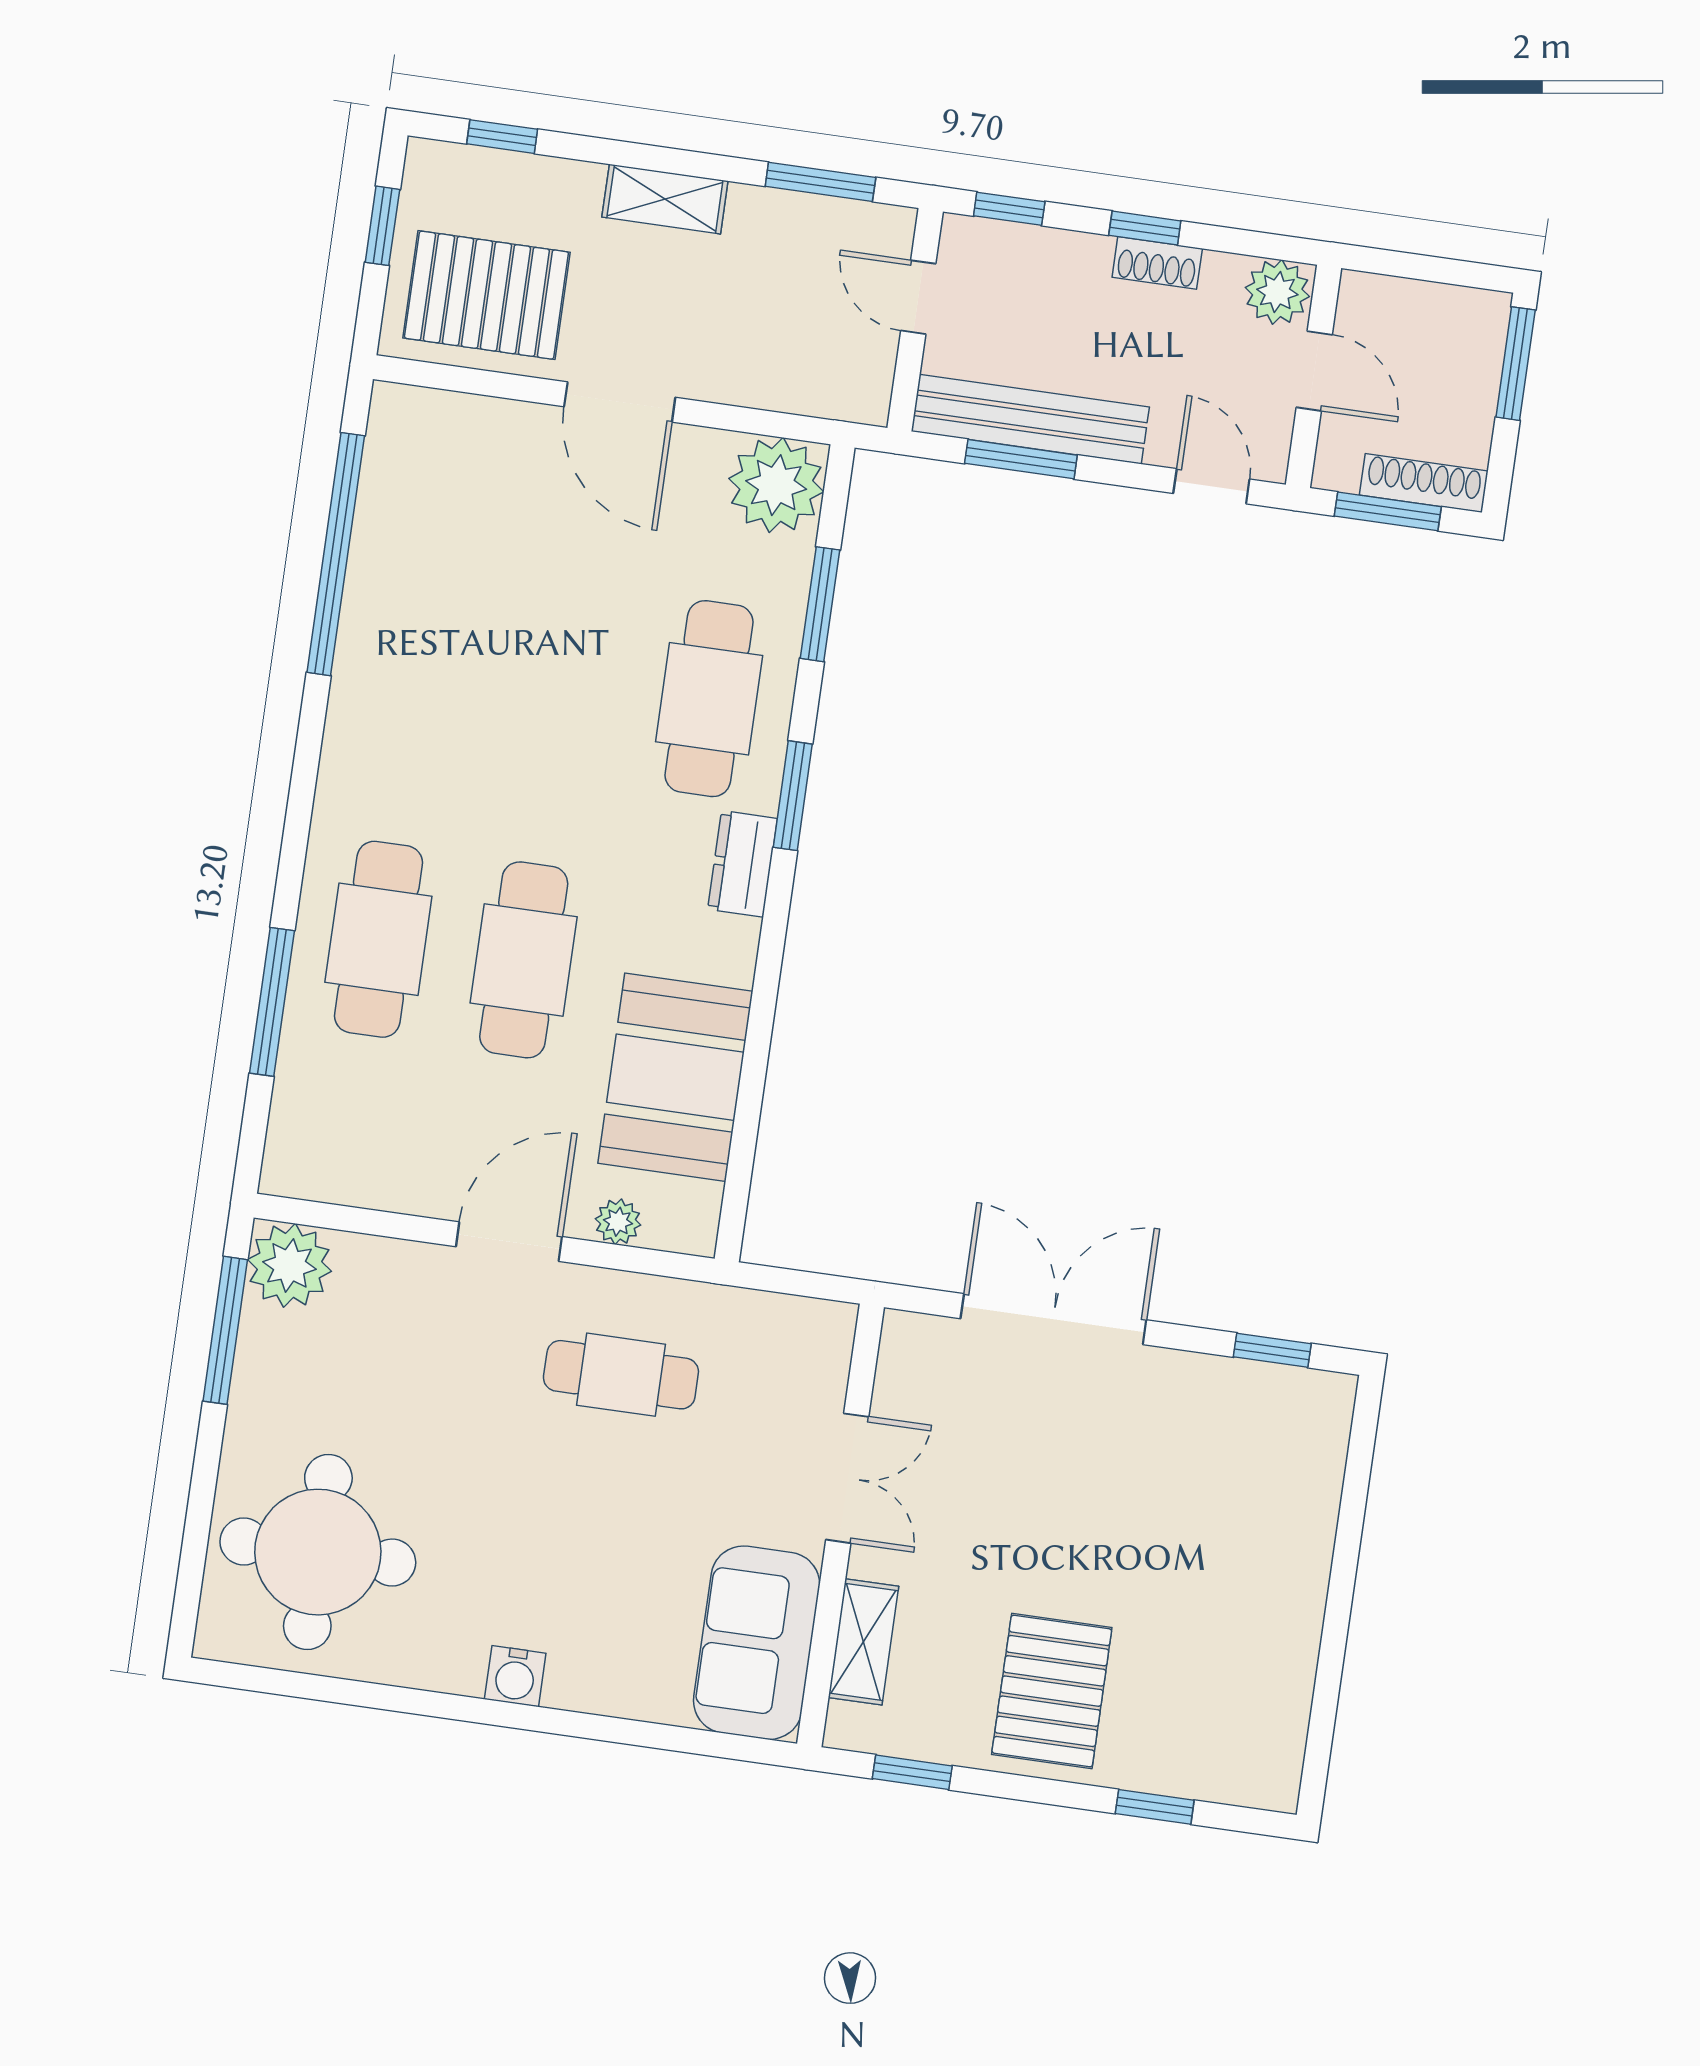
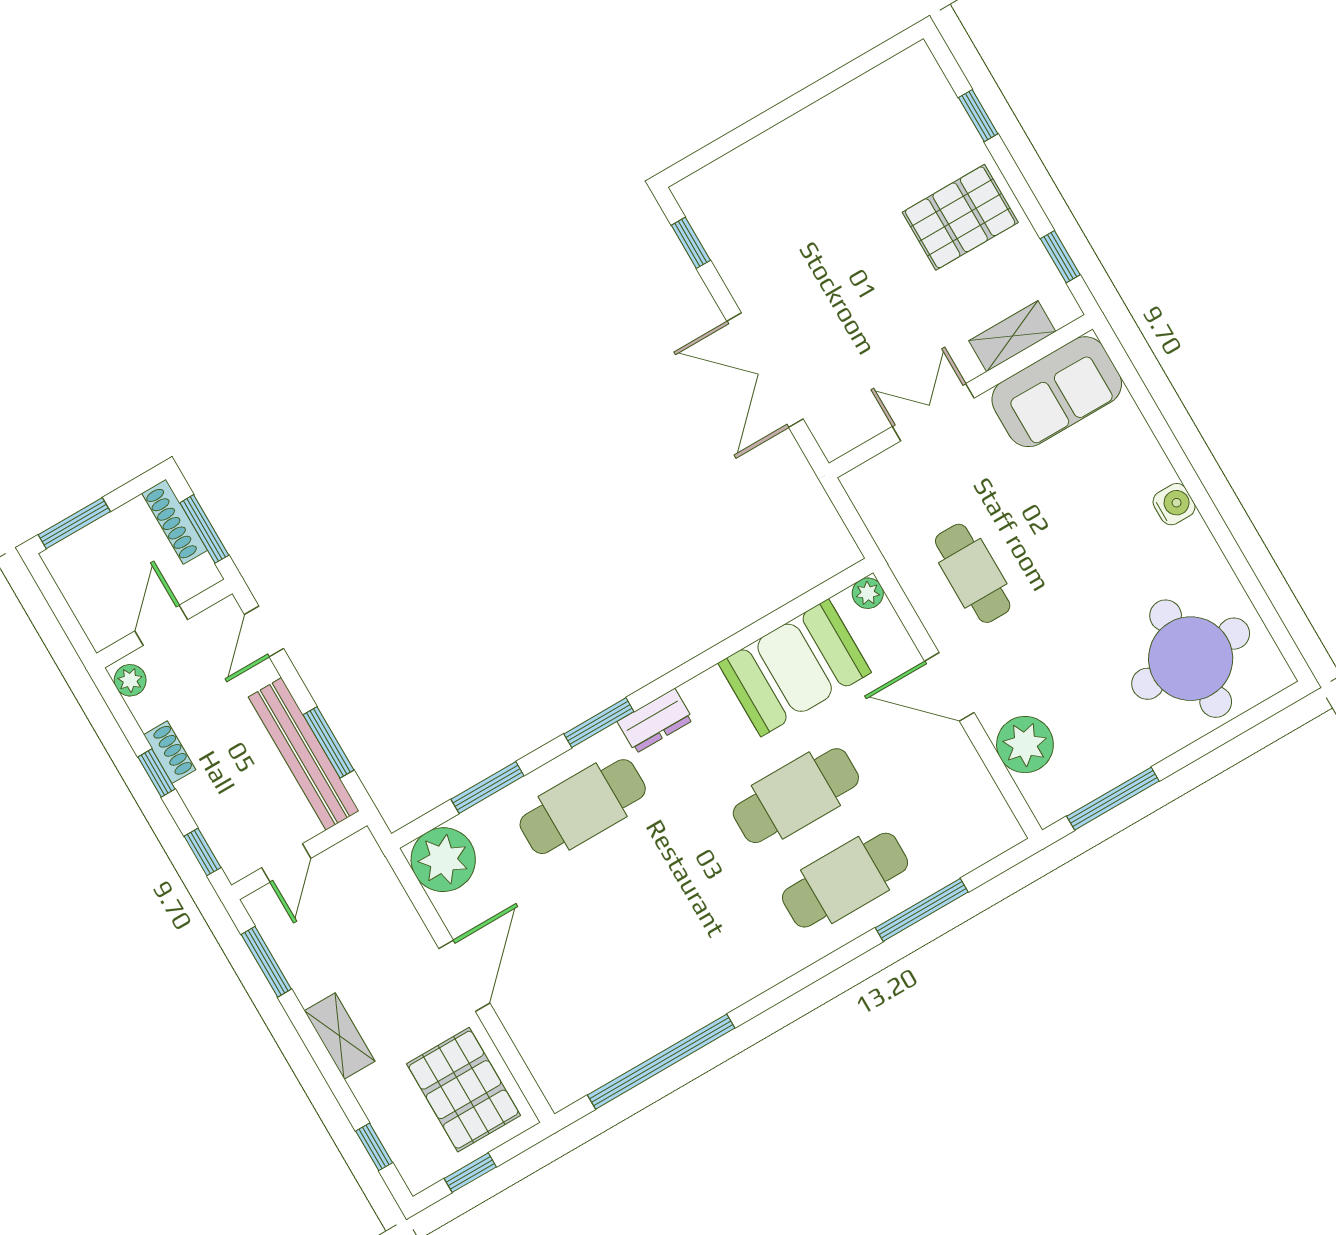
plant: (1277, 292) -> (130, 680), width x0.73, depth x0.73
plant: (618, 1222) -> (868, 593), moved
plant: (290, 1265) -> (1025, 745), moved

